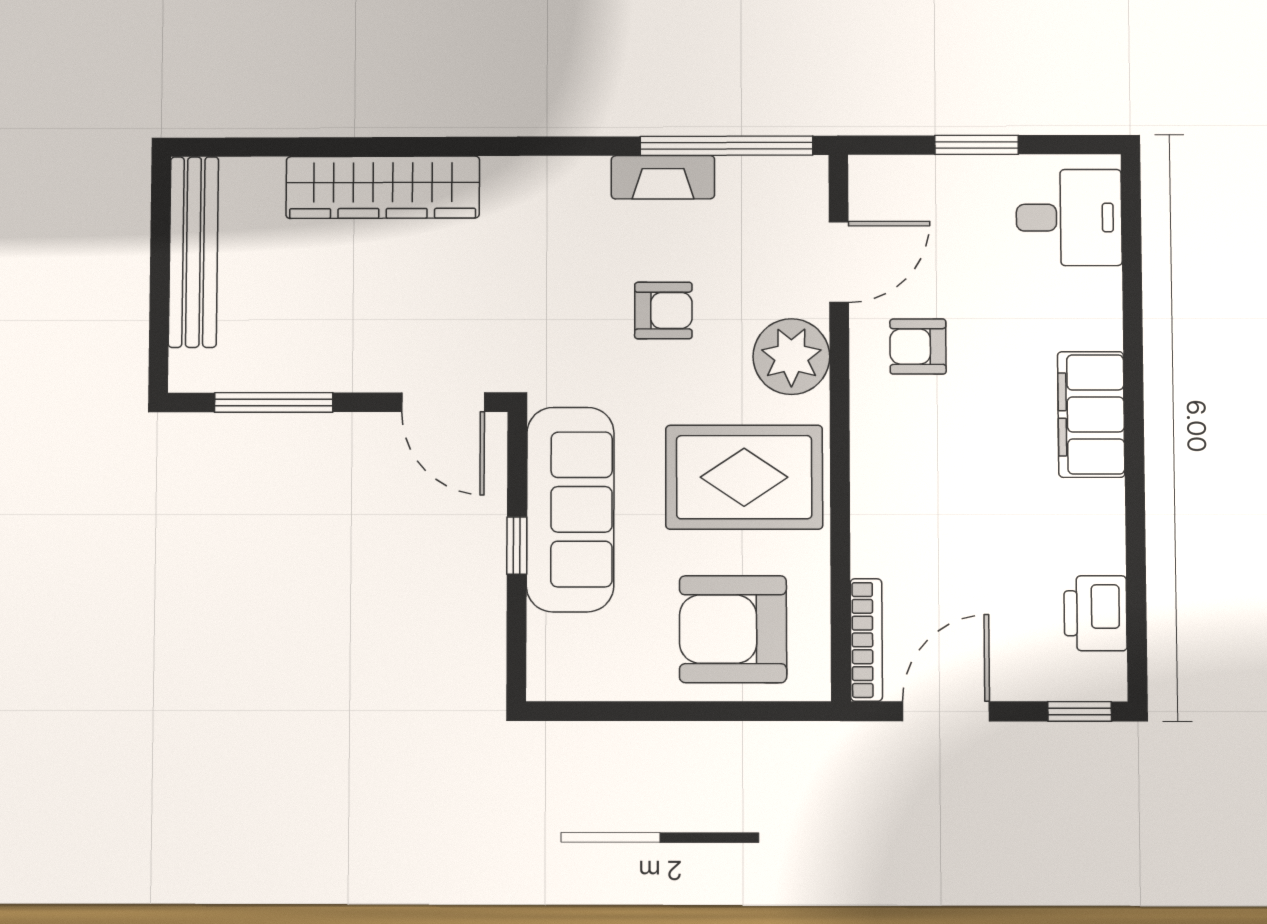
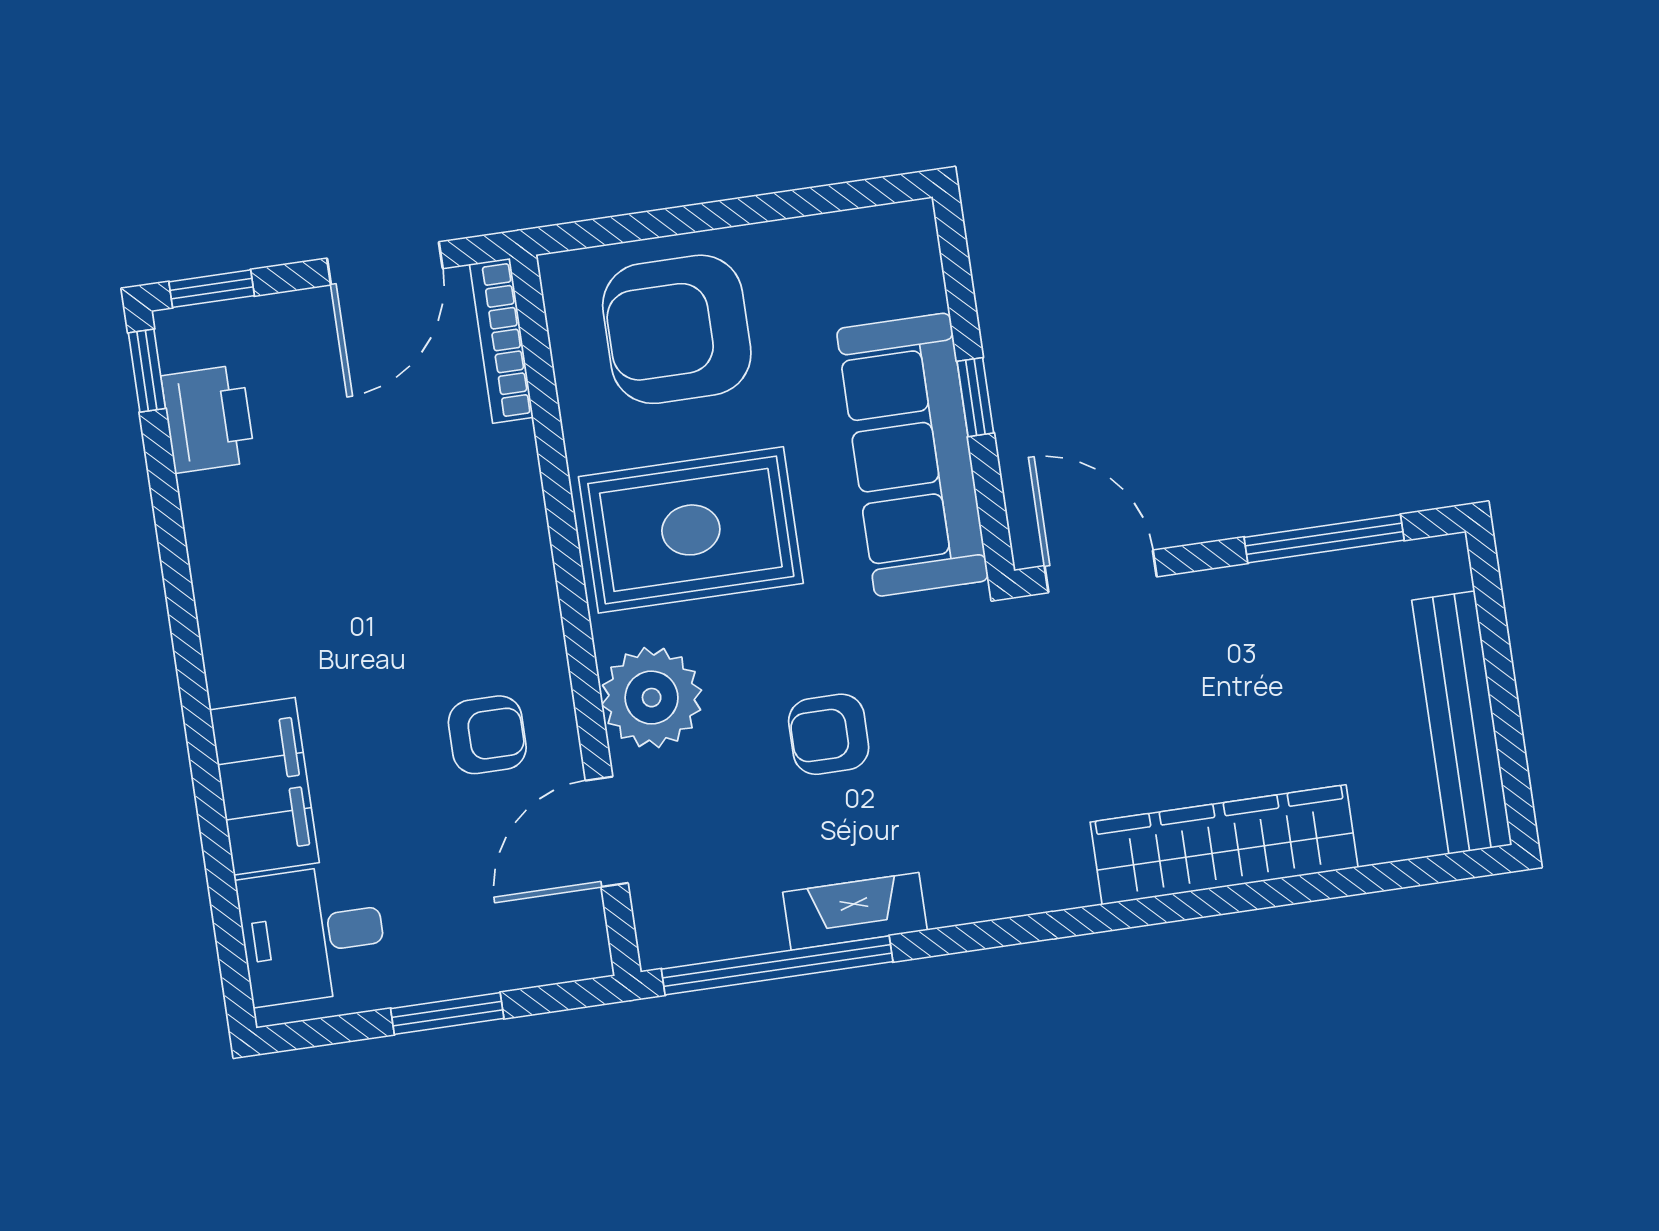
filing cabinet: (1091, 414) -> (264, 786), moved
armchair: (733, 629) -> (677, 329), turned 180
window: (1137, 657) -> (147, 371), added

